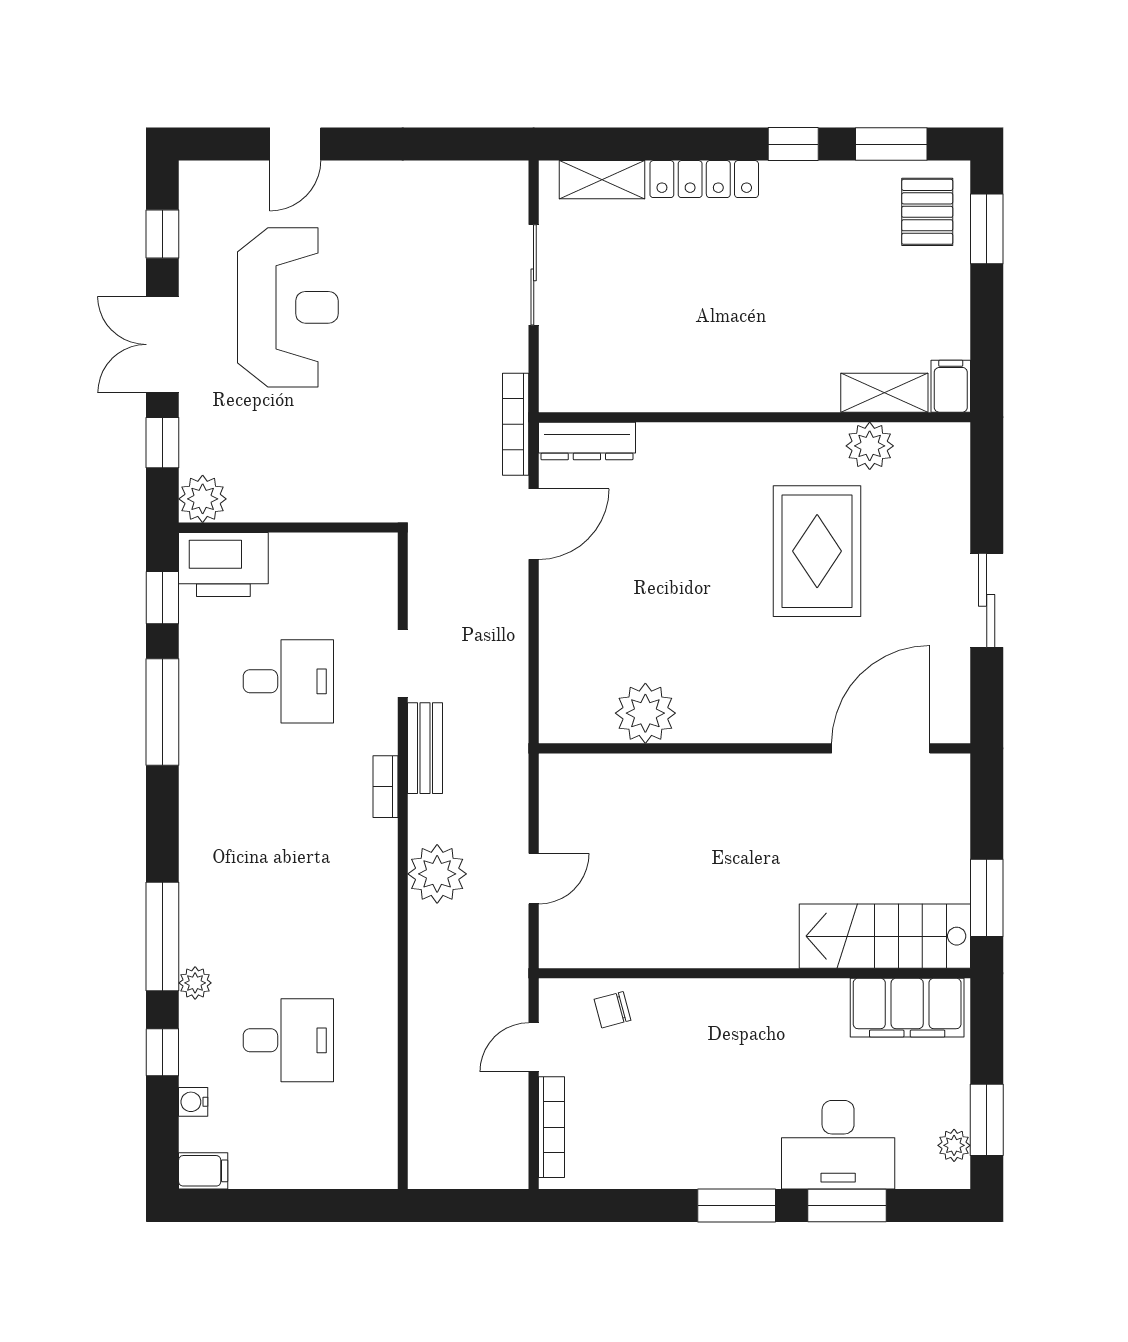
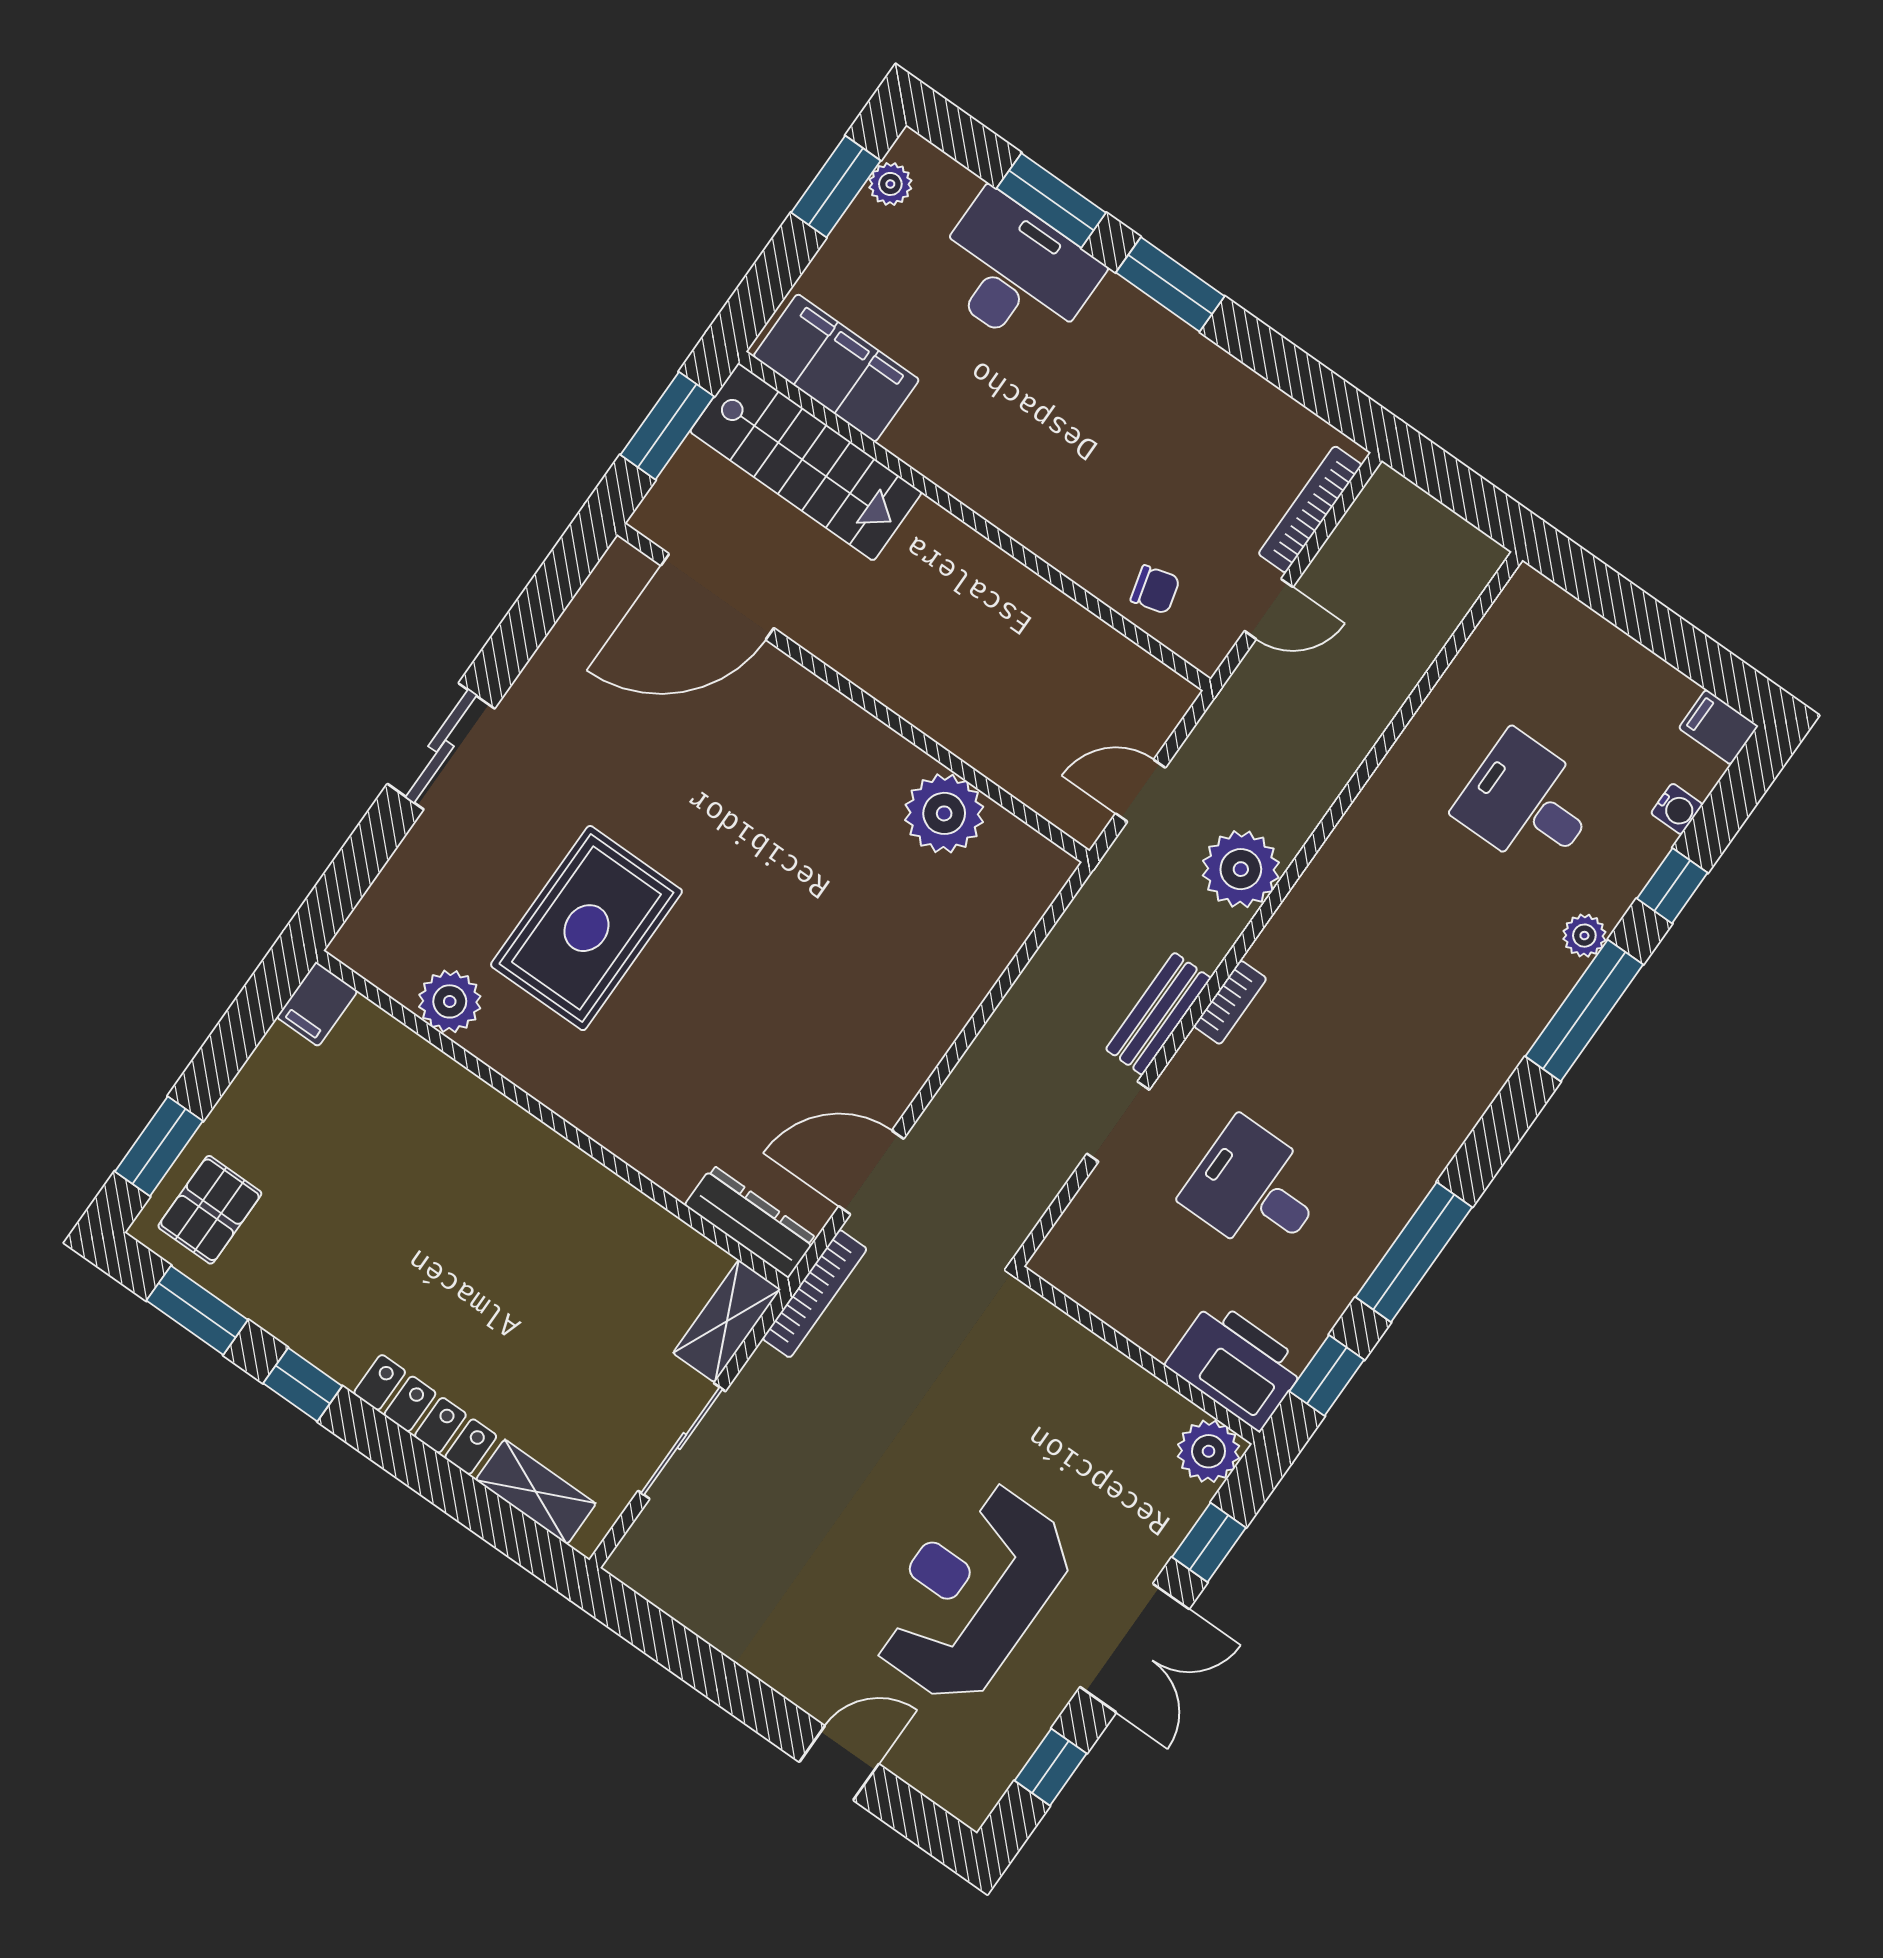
shelving: (884, 393) -> (727, 1321), moved, turned 90
plant: (645, 713) -> (944, 813), moved
wall: (754, 748) -> (853, 693), moved
door: (881, 748) -> (717, 597), moved

